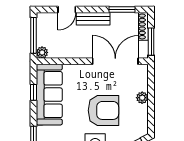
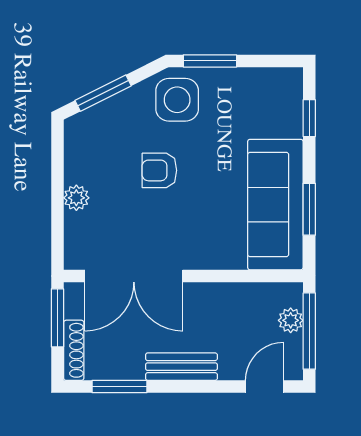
door: (67, 10) -> (264, 386), moved
plant: (42, 52) -> (291, 320), moved
window: (33, 92) -> (309, 209), width x1.50
armchair: (103, 110) -> (159, 170), width x0.53, depth x0.53

